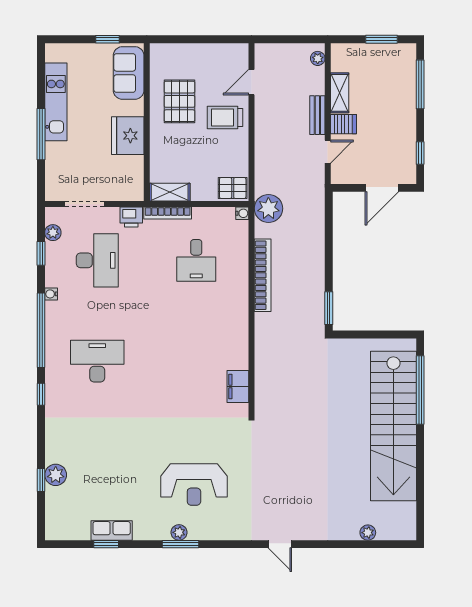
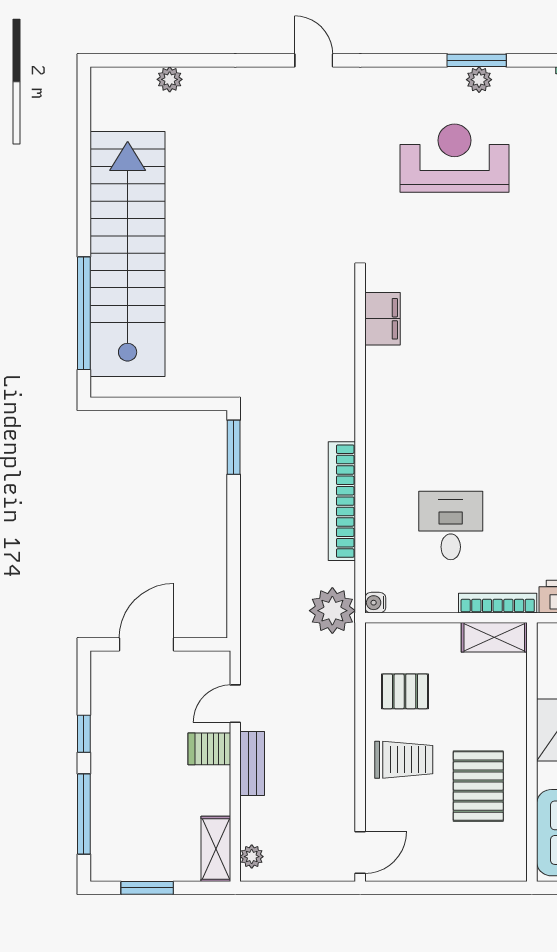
door: (252, 82) -> (360, 852), moved
shelving: (340, 93) -> (216, 849), moved
window: (420, 153) -> (84, 734), moved
pallet: (233, 188) -> (405, 691), moved

